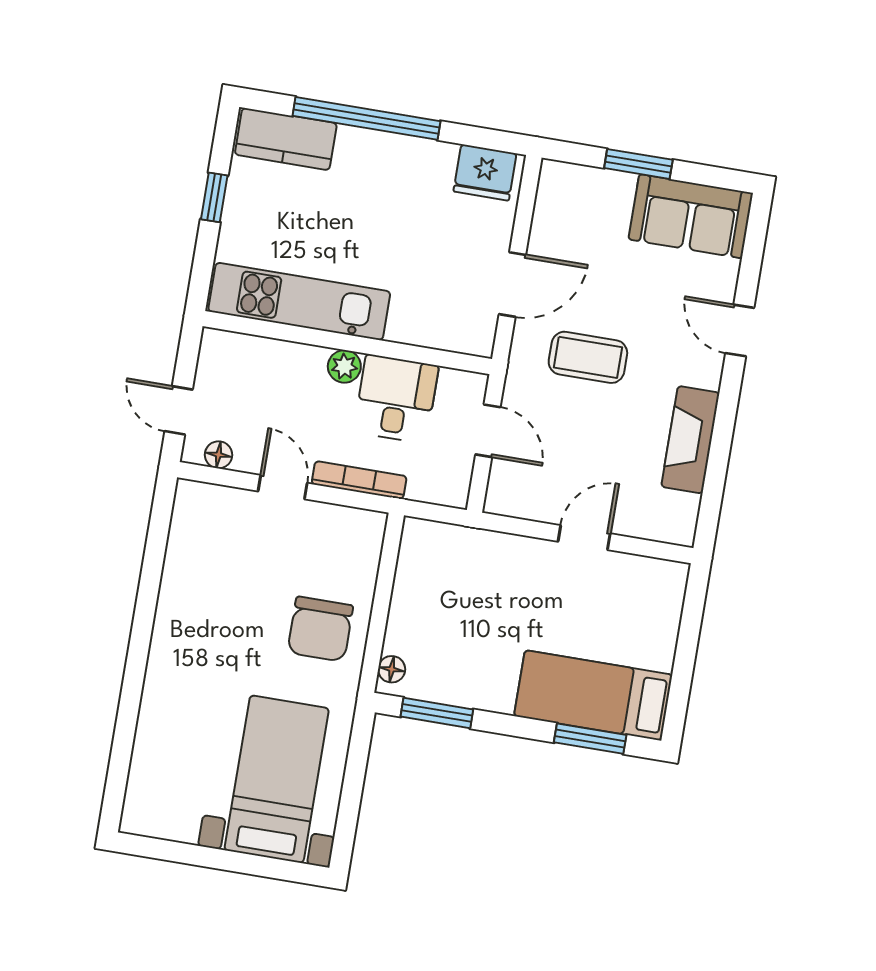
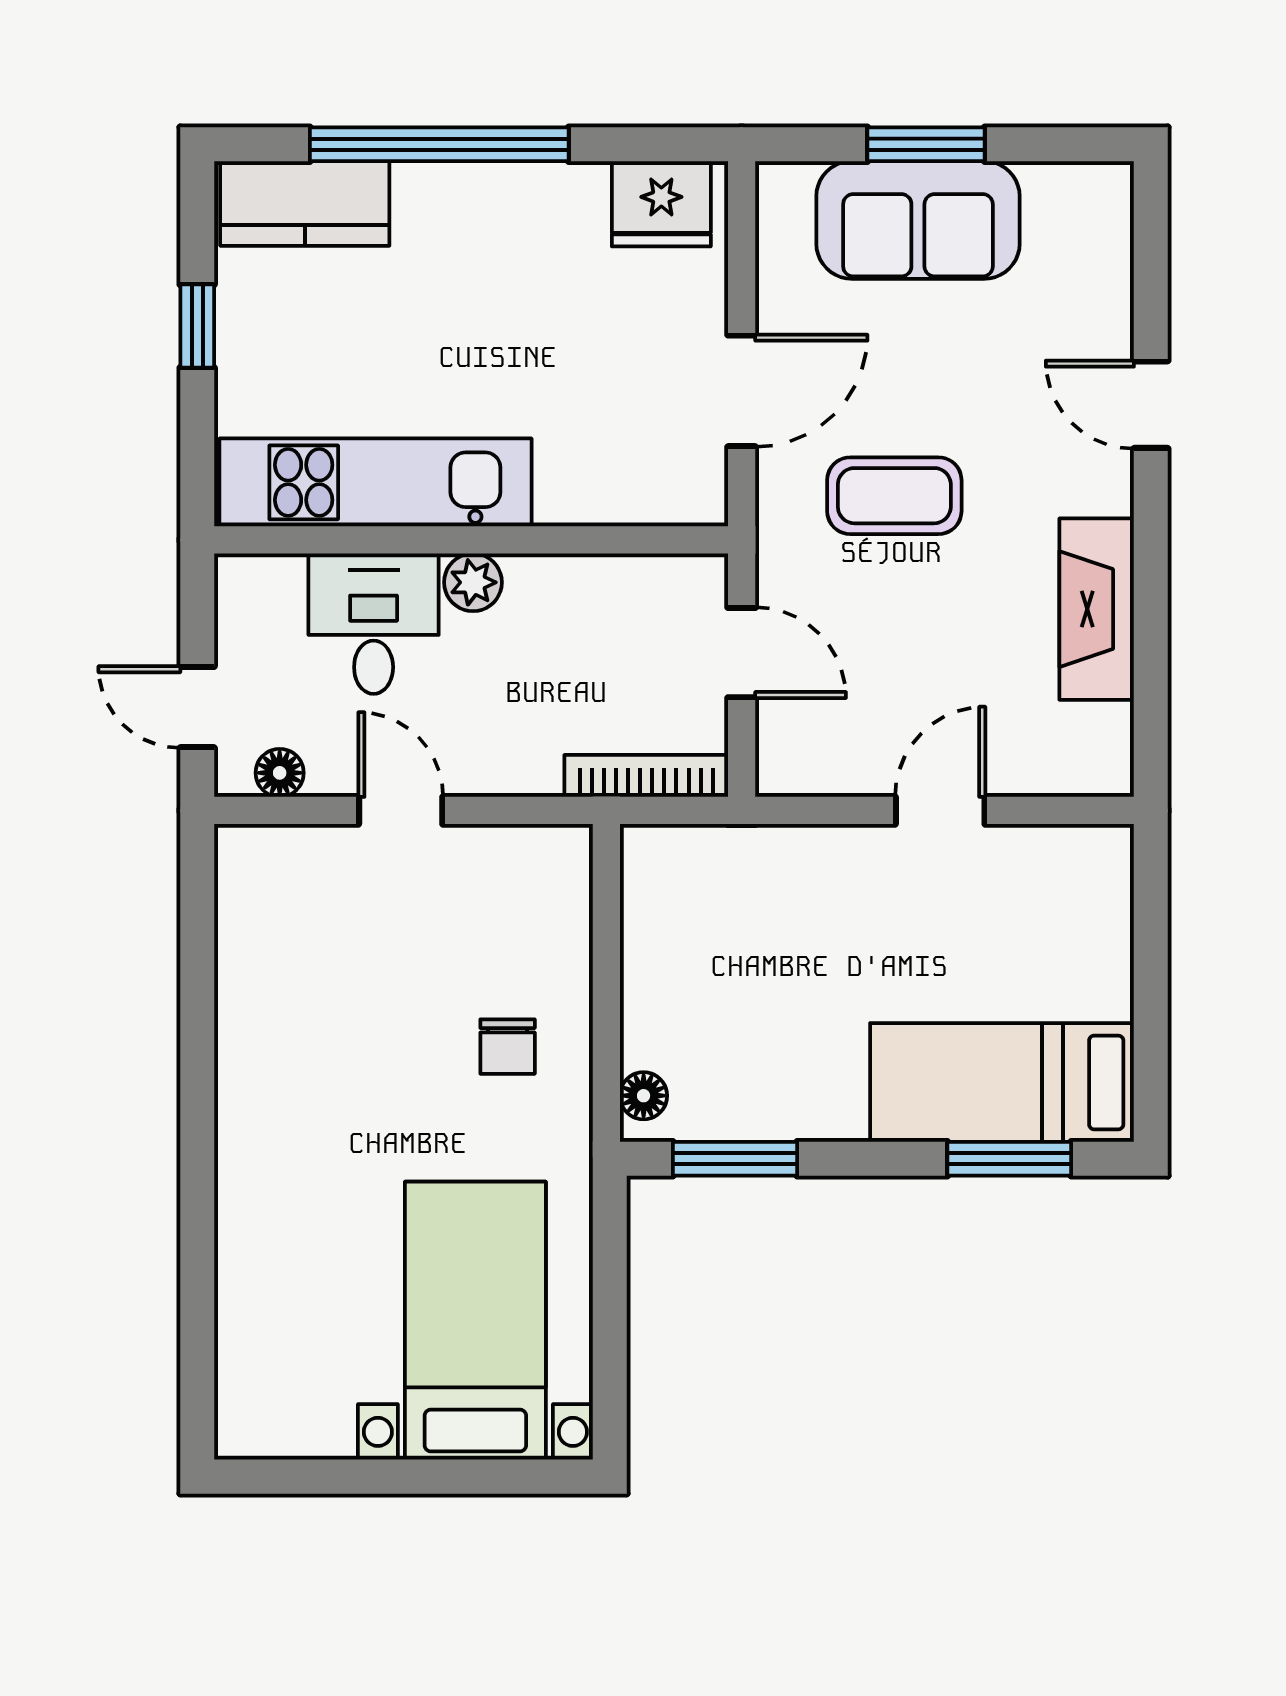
sofa: (691, 216) -> (918, 220), moved
desk: (396, 399) -> (374, 624), moved
bookcase: (359, 480) -> (646, 776), moved
chair: (320, 629) -> (508, 1047), width x0.54, depth x0.54

